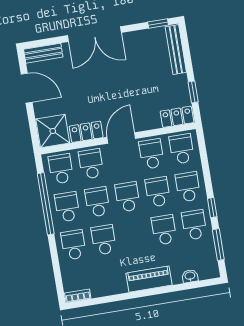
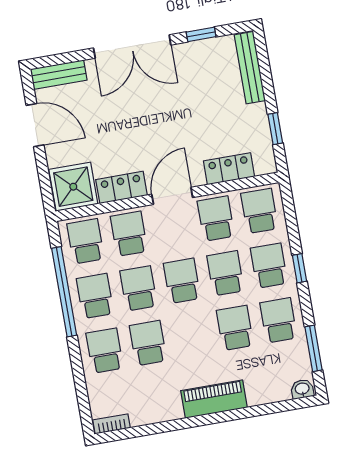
window: (158, 24) -> (201, 34), moved
locker: (177, 117) -> (229, 169), moved
window: (212, 208) -> (300, 268), moved
washbasin: (190, 276) -> (302, 389), moved

